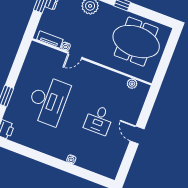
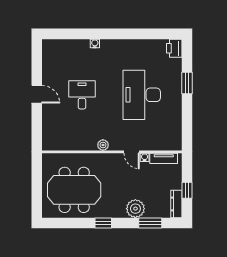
door: (75, 55) -> (132, 152), swing flipped
plant: (132, 84) -> (103, 145), moved

